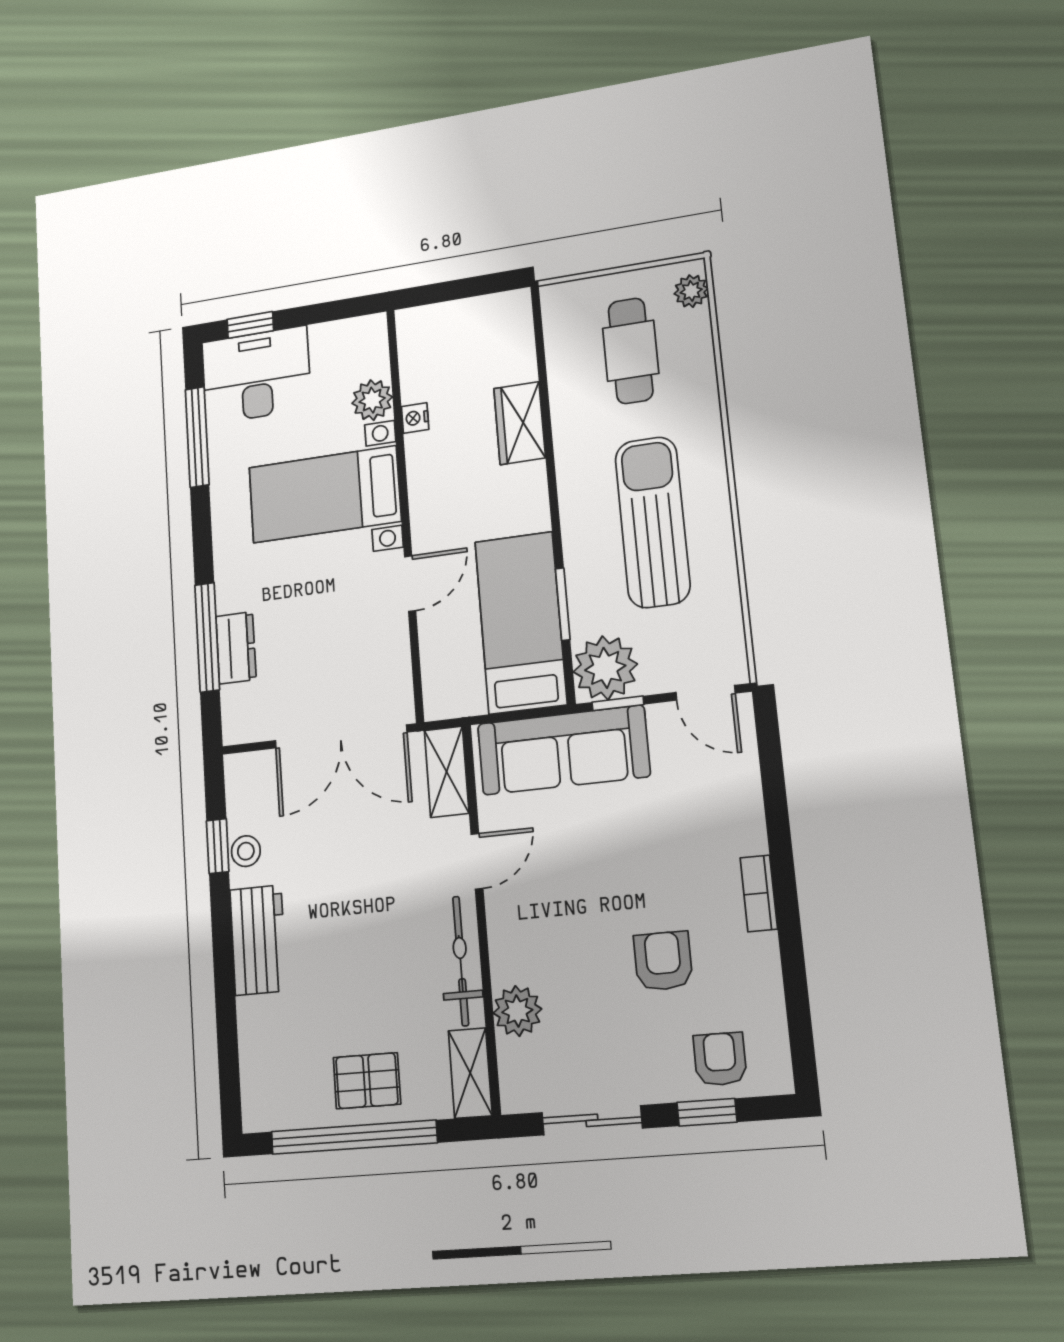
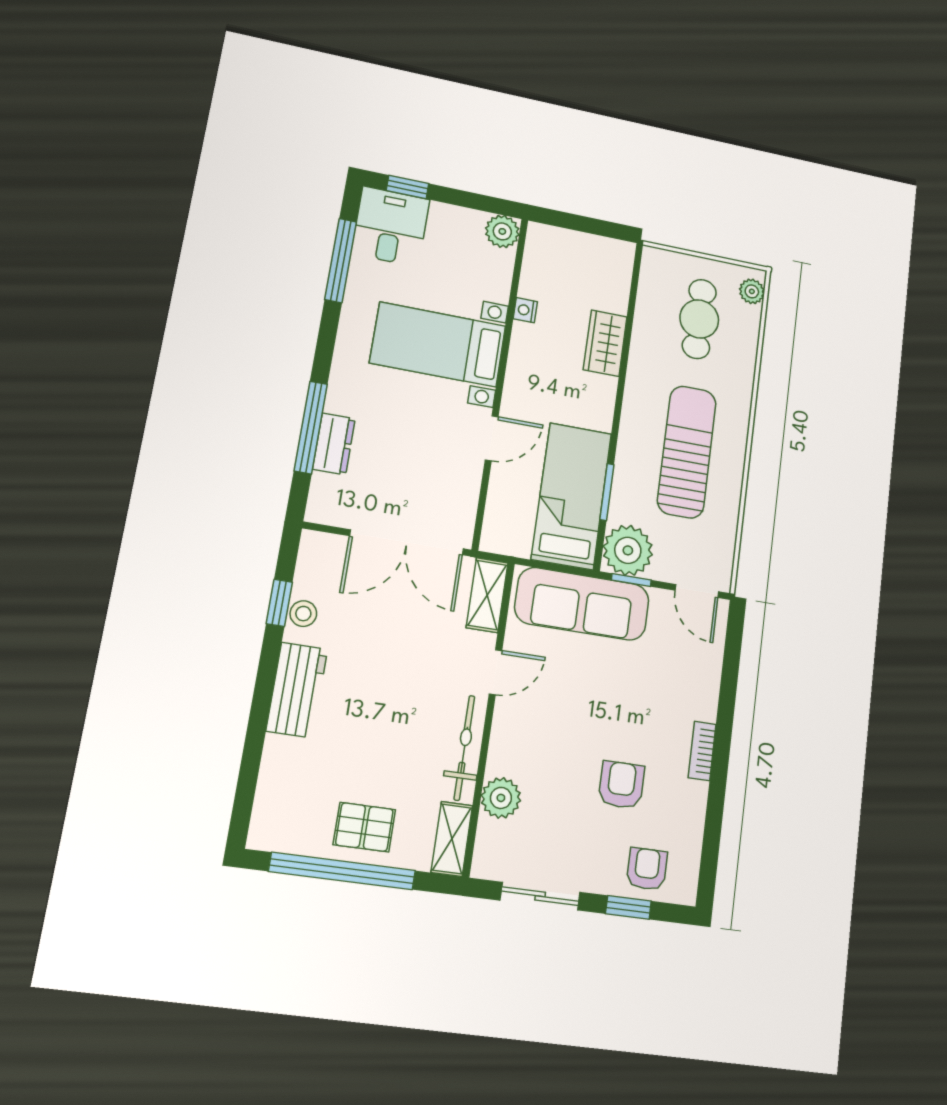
desk: (256, 375) -> (391, 227), width x0.73
plant: (372, 400) -> (502, 231), moved

